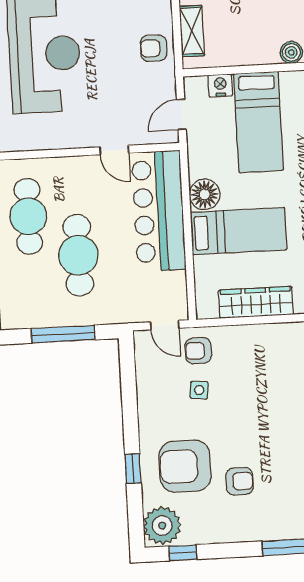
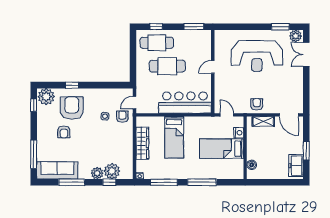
door: (114, 150) -> (213, 67), moved
floor lamp: (205, 194) -> (191, 123), removed
cafe table: (28, 216) -> (157, 43), moved
window: (63, 334) -> (133, 57), removed

